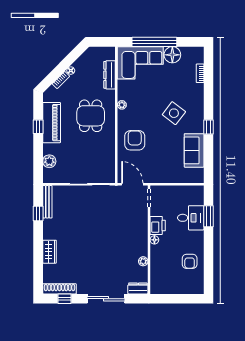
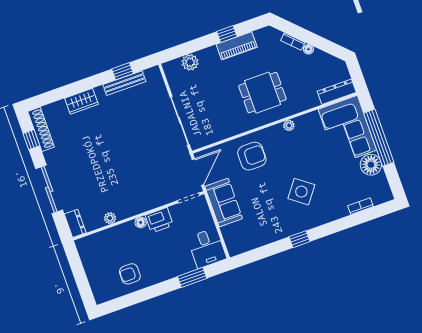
dresser: (110, 75) -> (337, 92), moved
piano: (52, 123) -> (237, 46), width x0.73, depth x0.75
sofa: (194, 150) -> (224, 203), moved, turned 90
bench: (47, 202) -> (124, 83), moved
desk: (191, 218) -> (207, 248), moved

